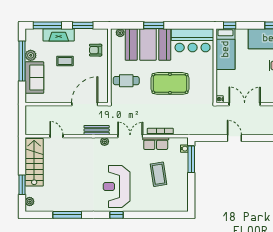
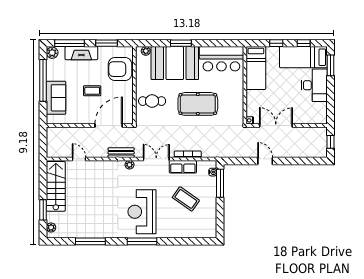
window: (230, 25) -> (276, 43), moved
armchair: (96, 50) -> (120, 69), width x1.88, depth x1.88
plant: (31, 55) -> (52, 53), moved
coffee table: (65, 61) -> (92, 91), moved
coffee table: (159, 174) -> (186, 199), turned -46
window: (117, 215) -> (142, 241), width x2.17

